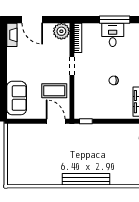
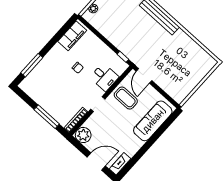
door: (32, 20) -> (96, 162), hinge flipped
window: (115, 20) -> (47, 117), moved
desk: (113, 35) -> (104, 77), moved, turned -90
sofa: (17, 98) -> (153, 121), width x1.36

